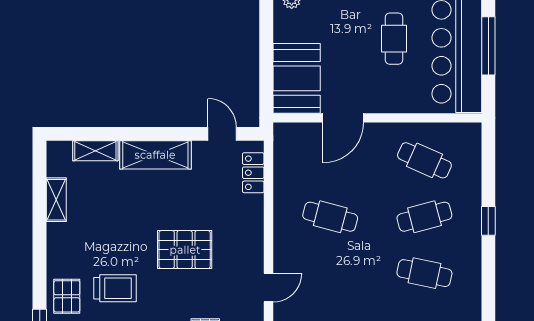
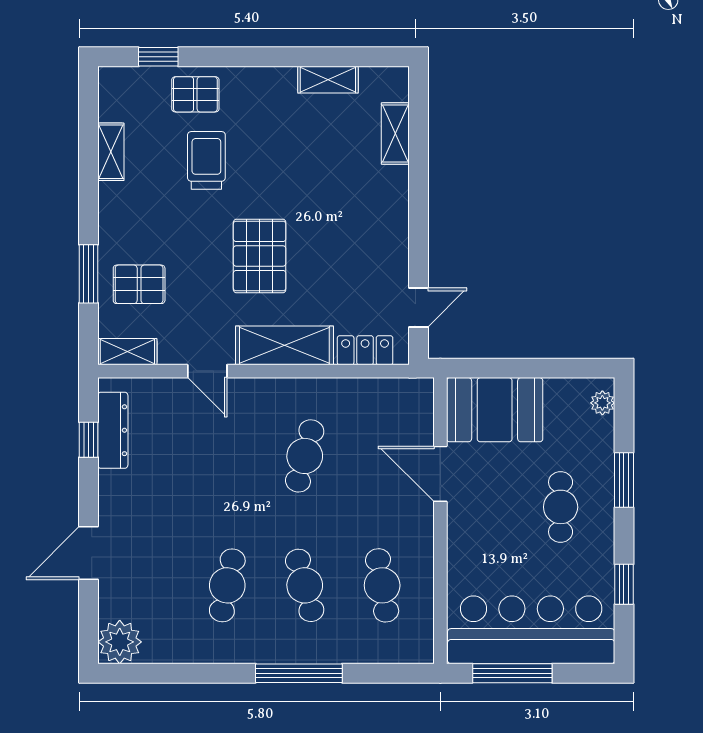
cafe table: (394, 39) -> (561, 507), moved, turned 90
window: (488, 46) -> (512, 673), moved
shelving: (155, 155) -> (284, 345), moved, turned 90
cafe table: (424, 160) -> (382, 585), turned -33
window: (488, 221) -> (299, 673), width x2.17
trolley: (115, 288) -> (206, 160), turned 180

